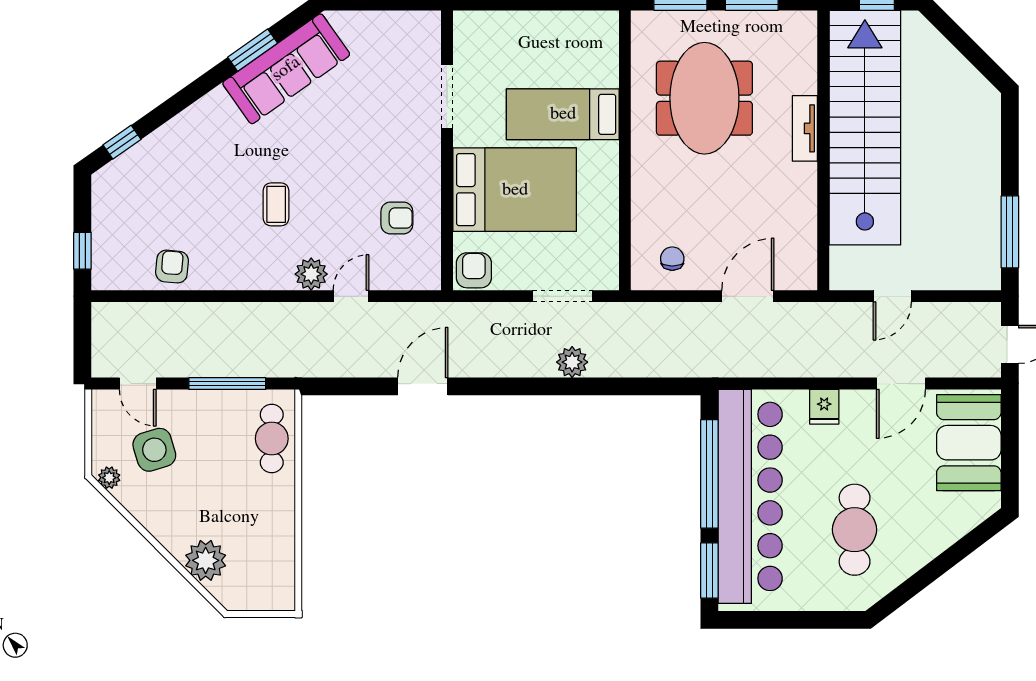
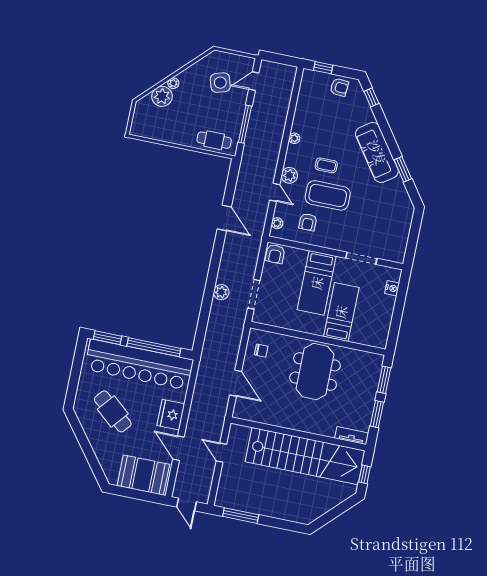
nightstand: (494, 23) -> (392, 288), added
sofa: (286, 69) -> (377, 152), moved
meeting table: (704, 98) -> (315, 372), moved, turned 90
tv unit: (805, 128) -> (352, 436), moved
coffee table: (335, 189) -> (328, 195), added
bed: (515, 190) -> (317, 283), width x0.67
armchair: (172, 267) -> (339, 87), moved
armchair: (474, 270) -> (275, 254), turned 90
plant: (235, 279) -> (294, 138), added
plant: (412, 279) -> (277, 223), added
fridge: (824, 407) -> (171, 415), width x1.88, depth x1.34
plant: (109, 478) -> (173, 83), moved
cafe table: (855, 530) -> (113, 411), turned 40

